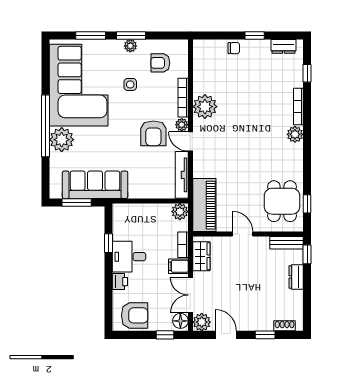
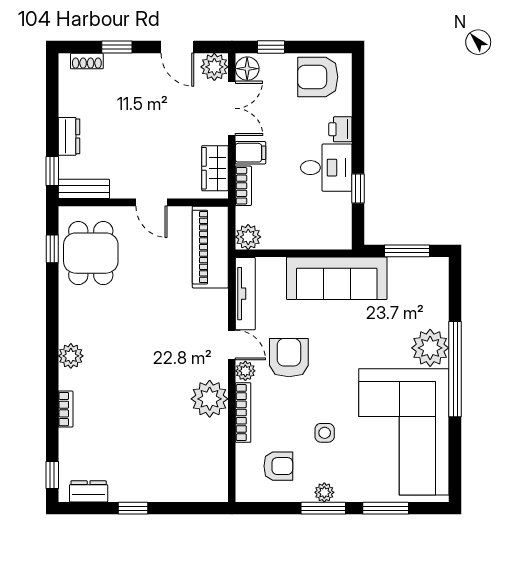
chair: (234, 48) -> (165, 489), removed
window: (307, 73) -> (52, 475), moved
bookcase: (298, 107) -> (66, 409), width x0.64
sofa: (95, 185) -> (337, 278), moved

